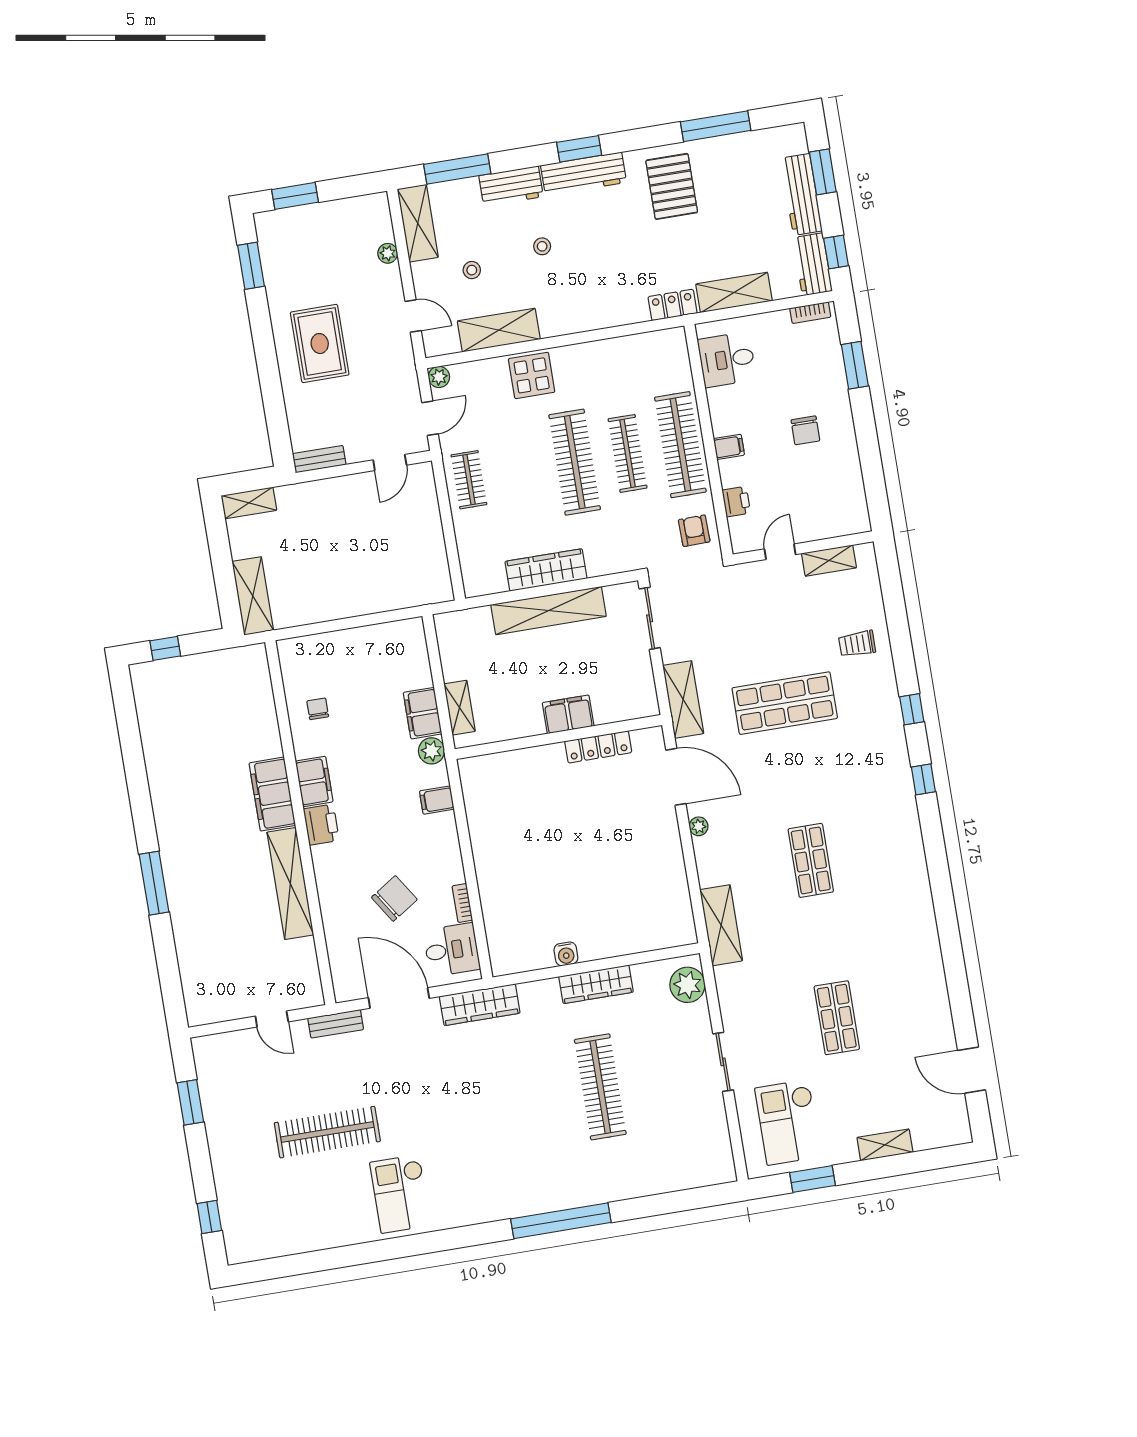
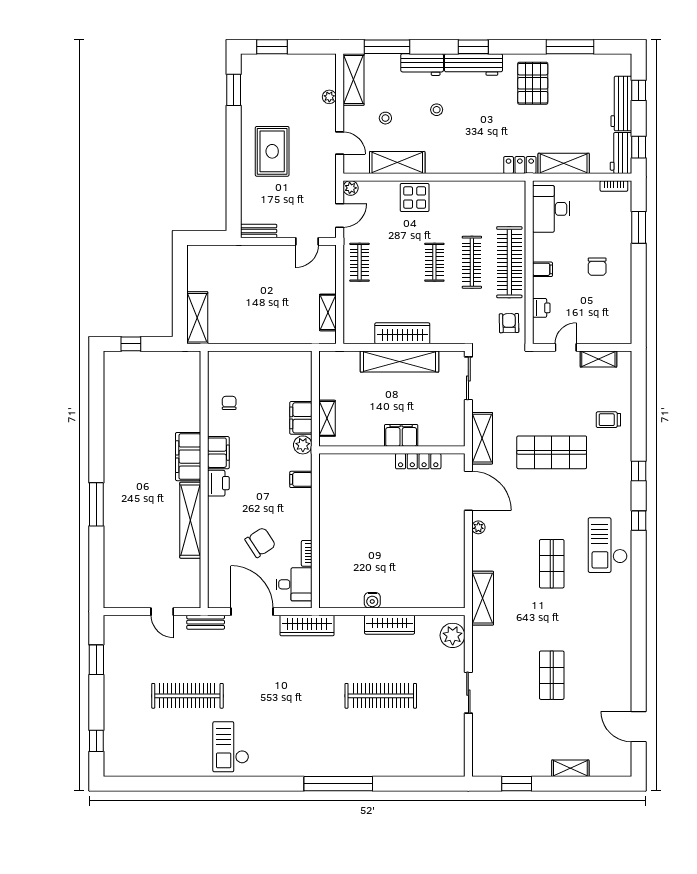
window: (823, 172) -> (639, 90), width x0.67
desk: (727, 360) -> (551, 209), width x1.37
clothes rail: (575, 462) -> (434, 262), width x0.54, depth x0.76
shelving: (249, 503) -> (328, 312), moved, turned 90
clothes rail: (600, 1087) -> (381, 696), turned 90
checkout: (788, 1122) -> (608, 545), moved

